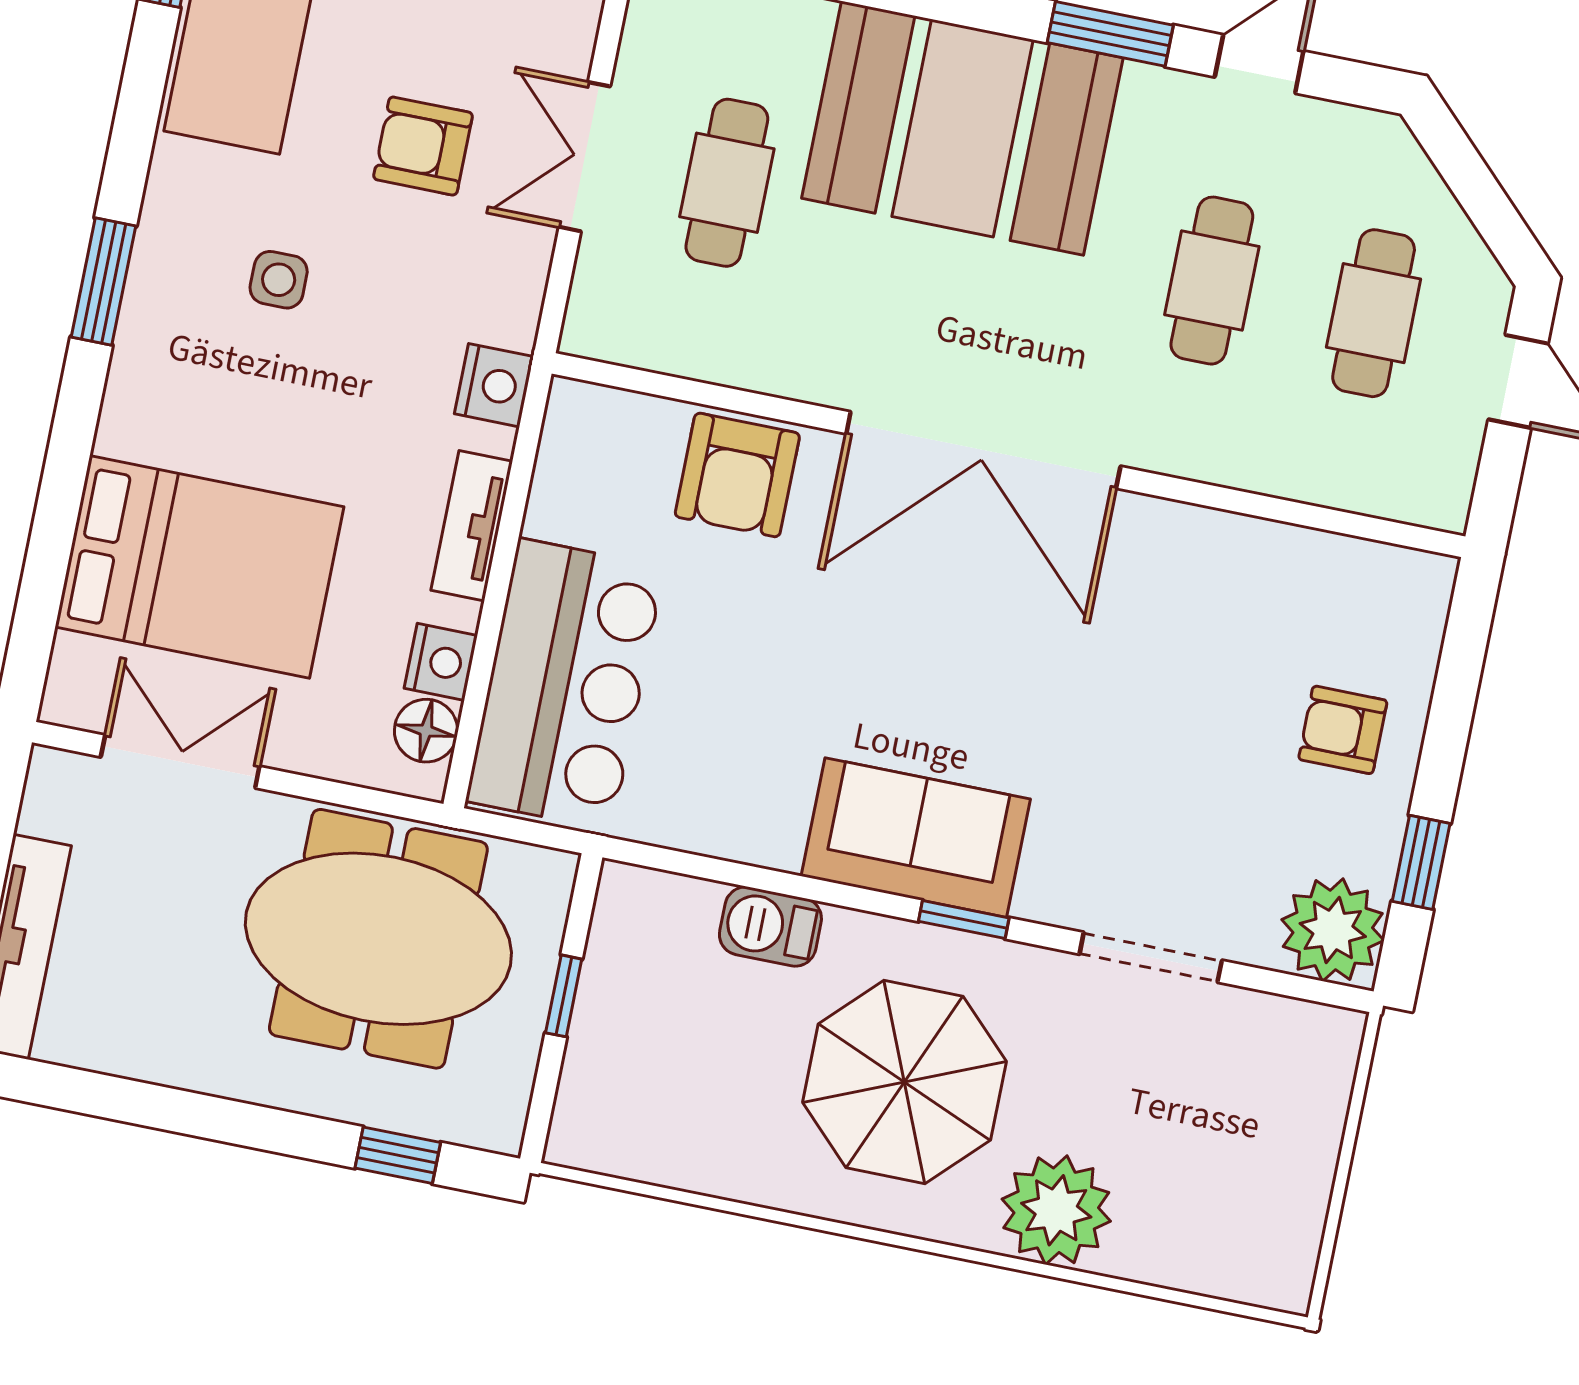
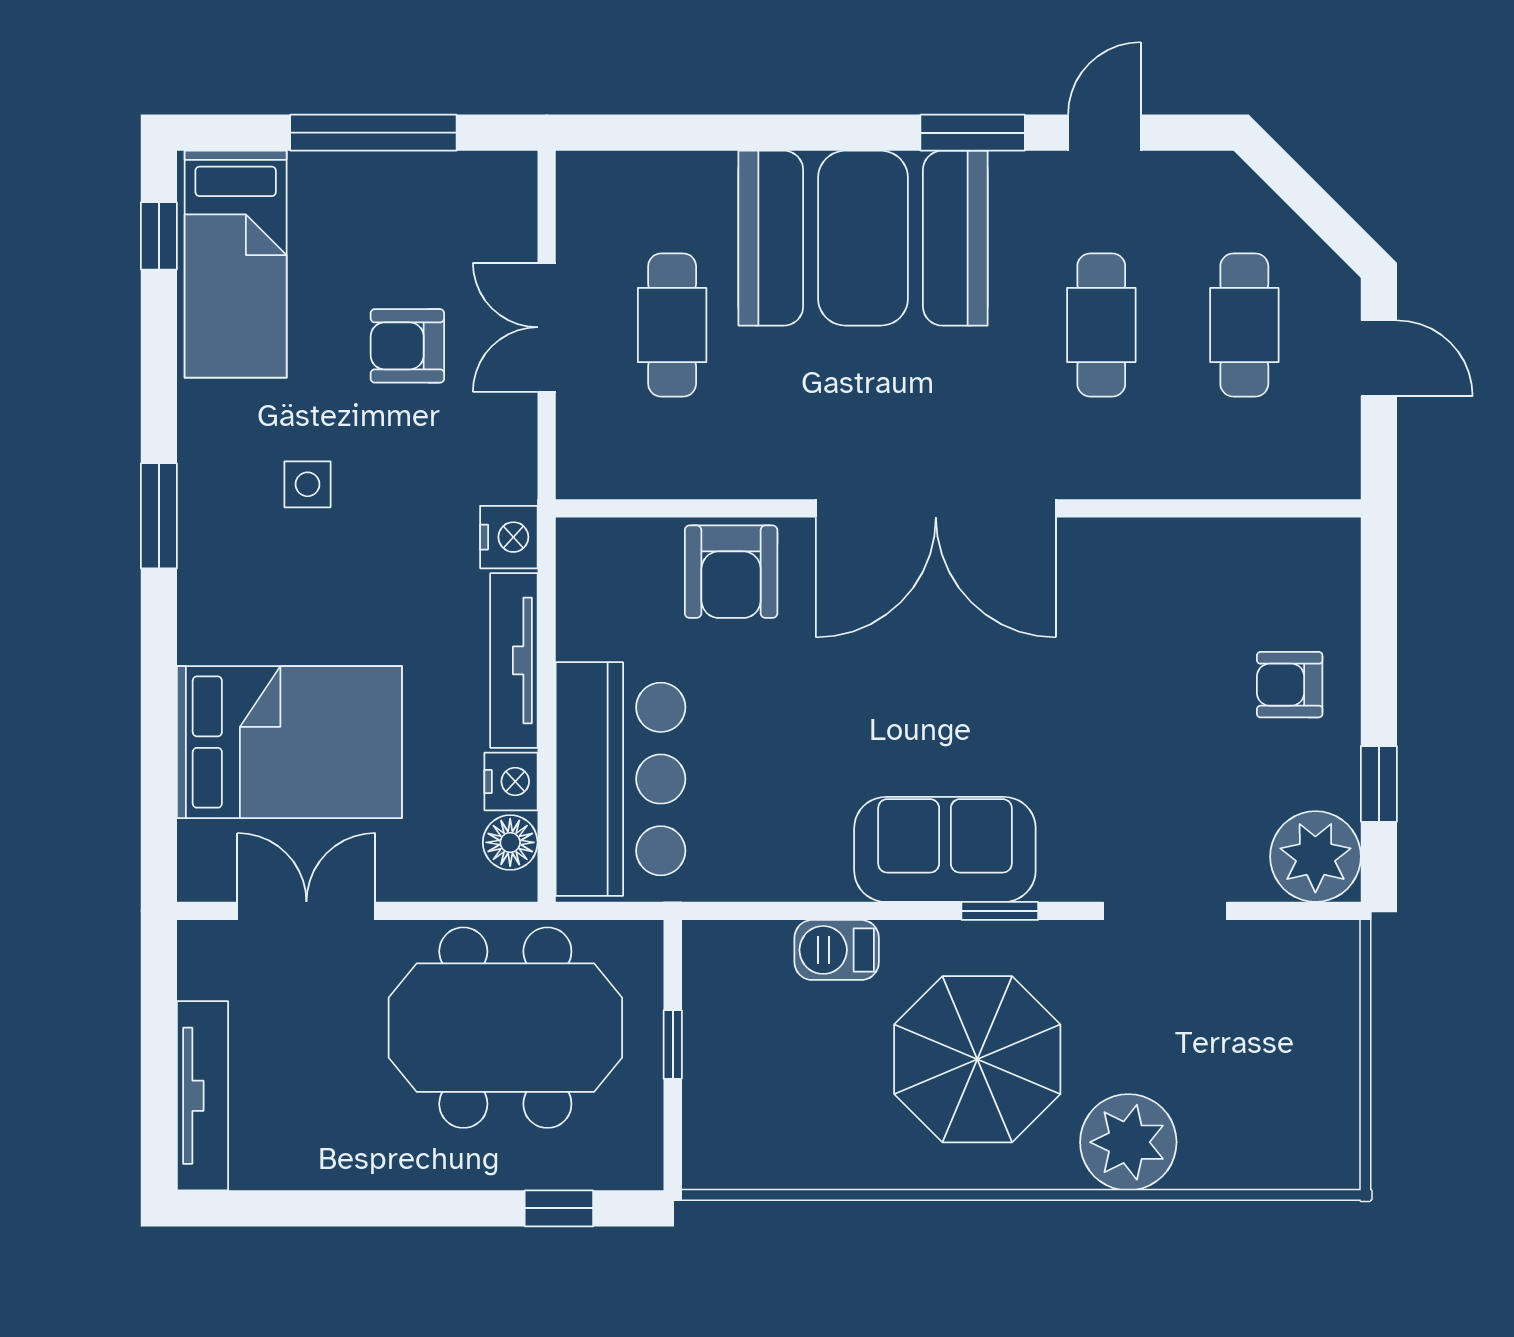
tv unit: (472, 526) -> (514, 660), width x1.41

